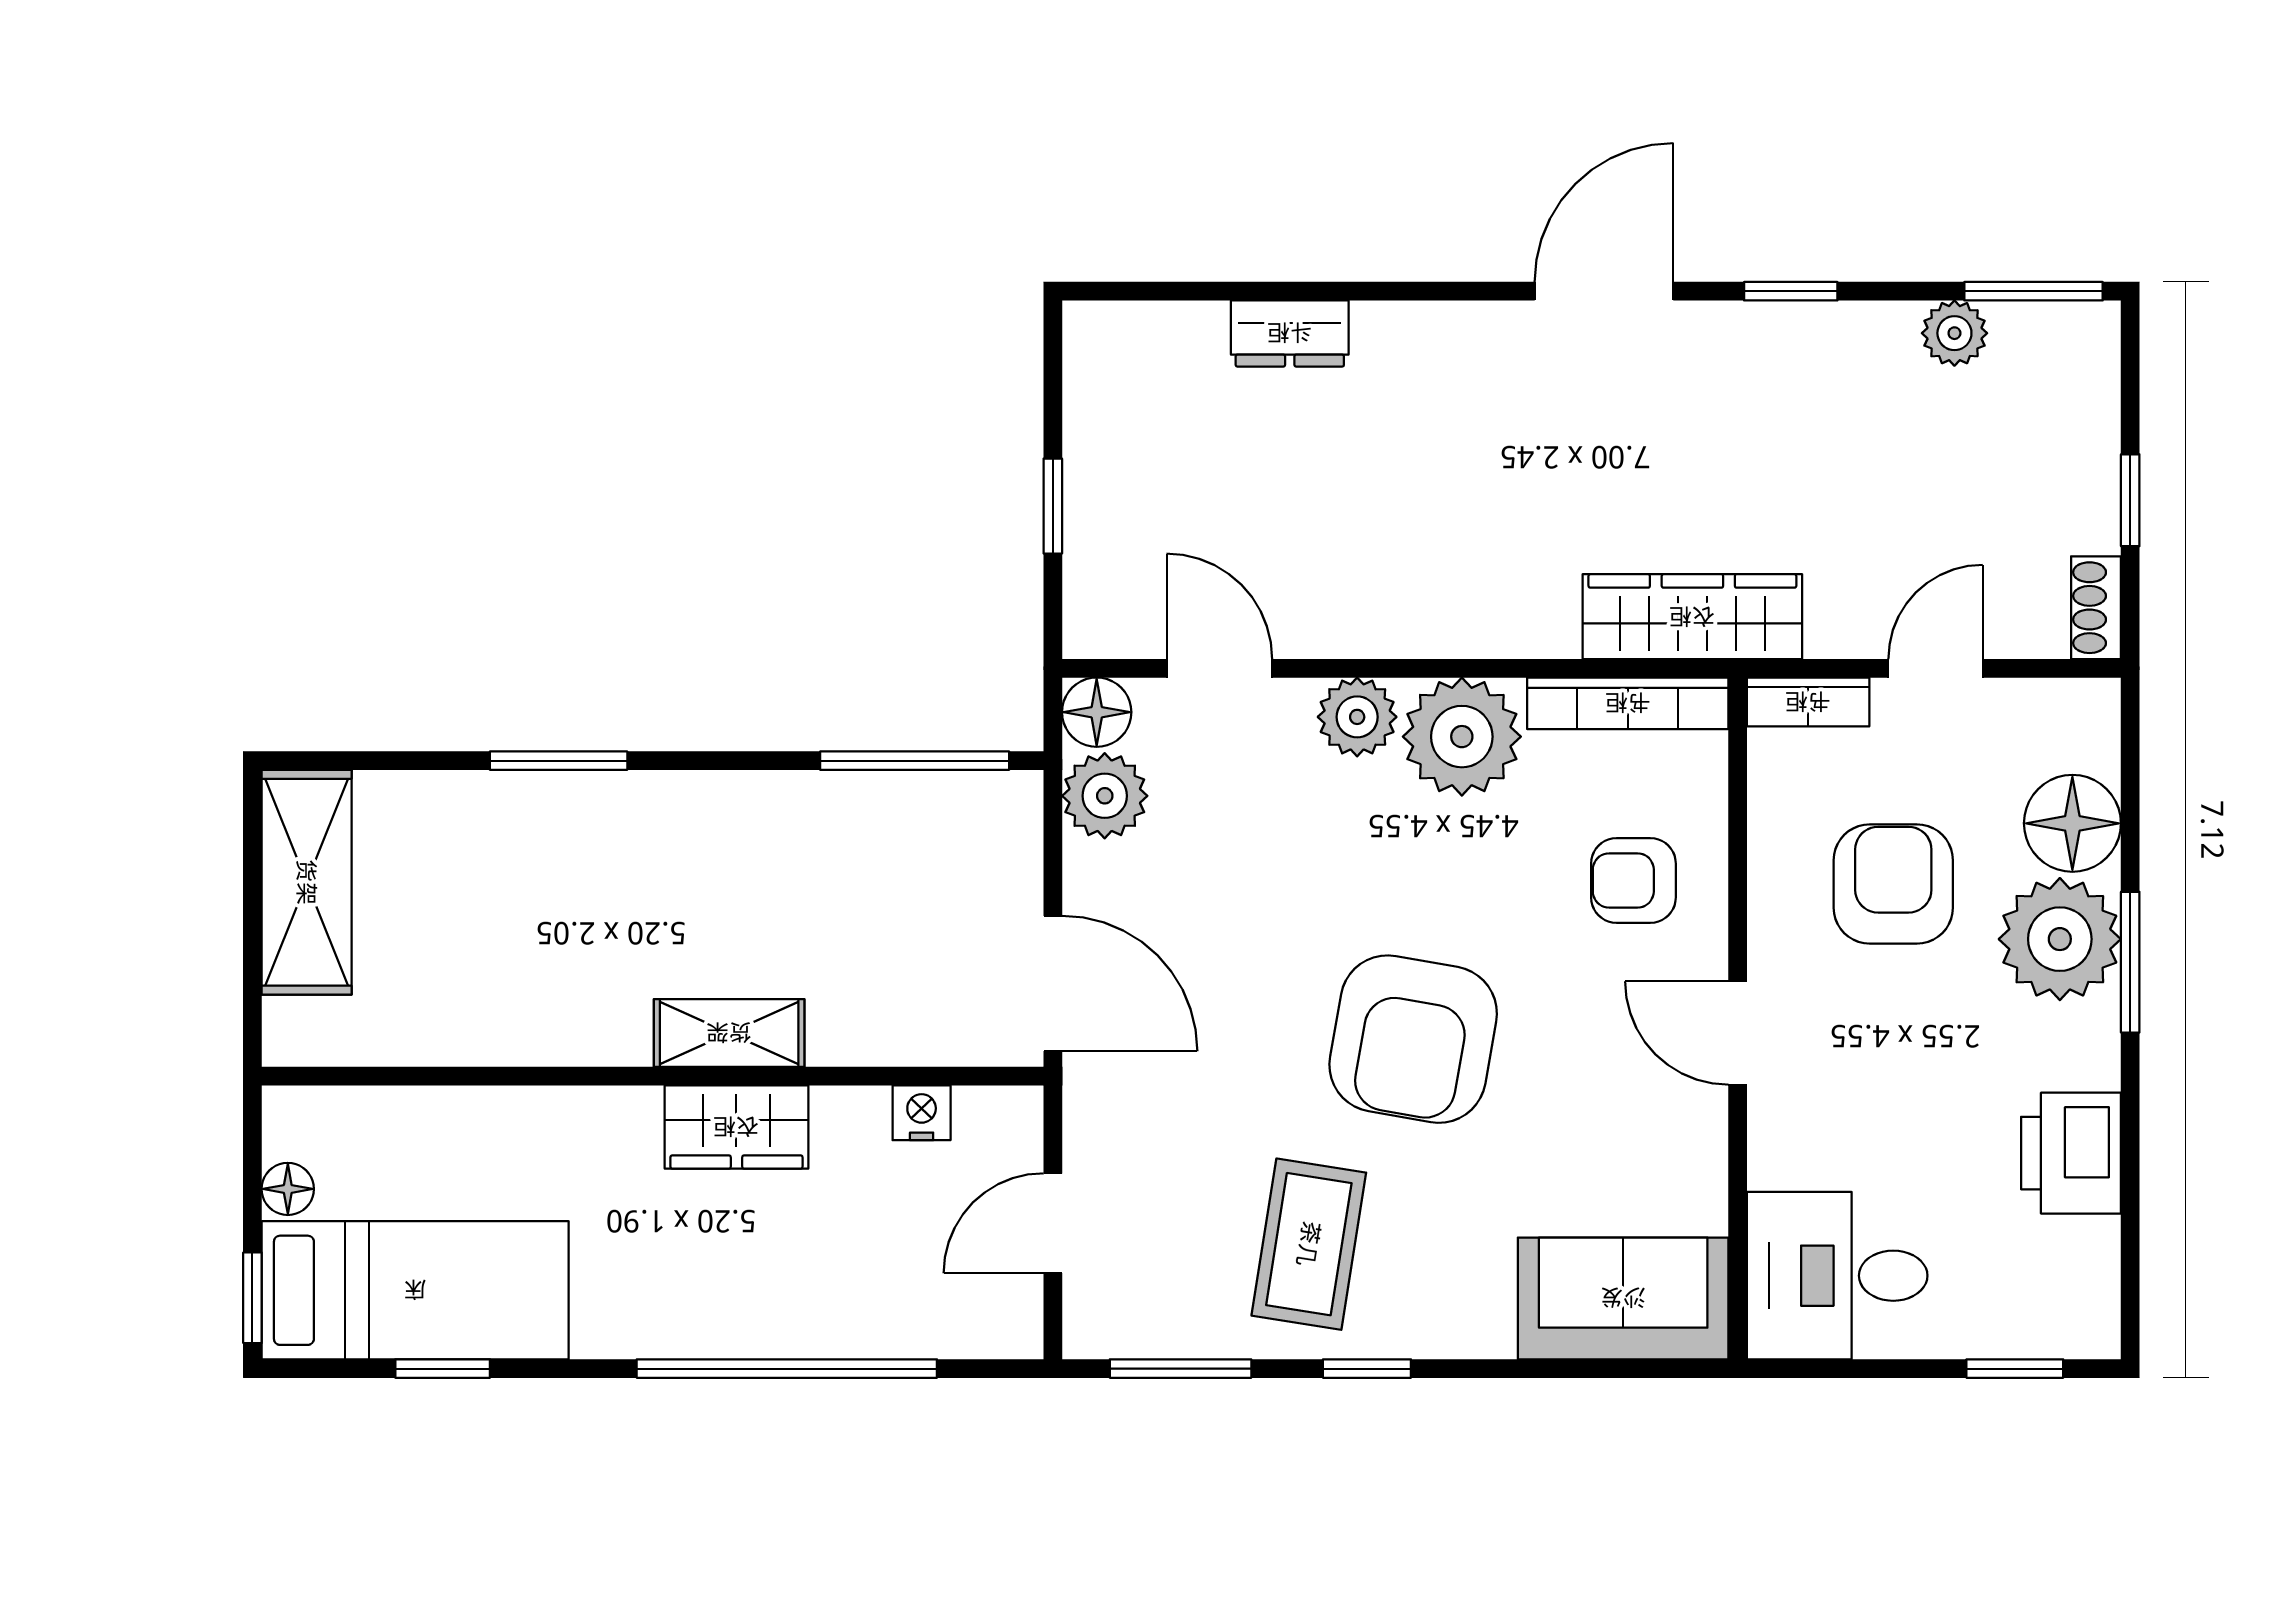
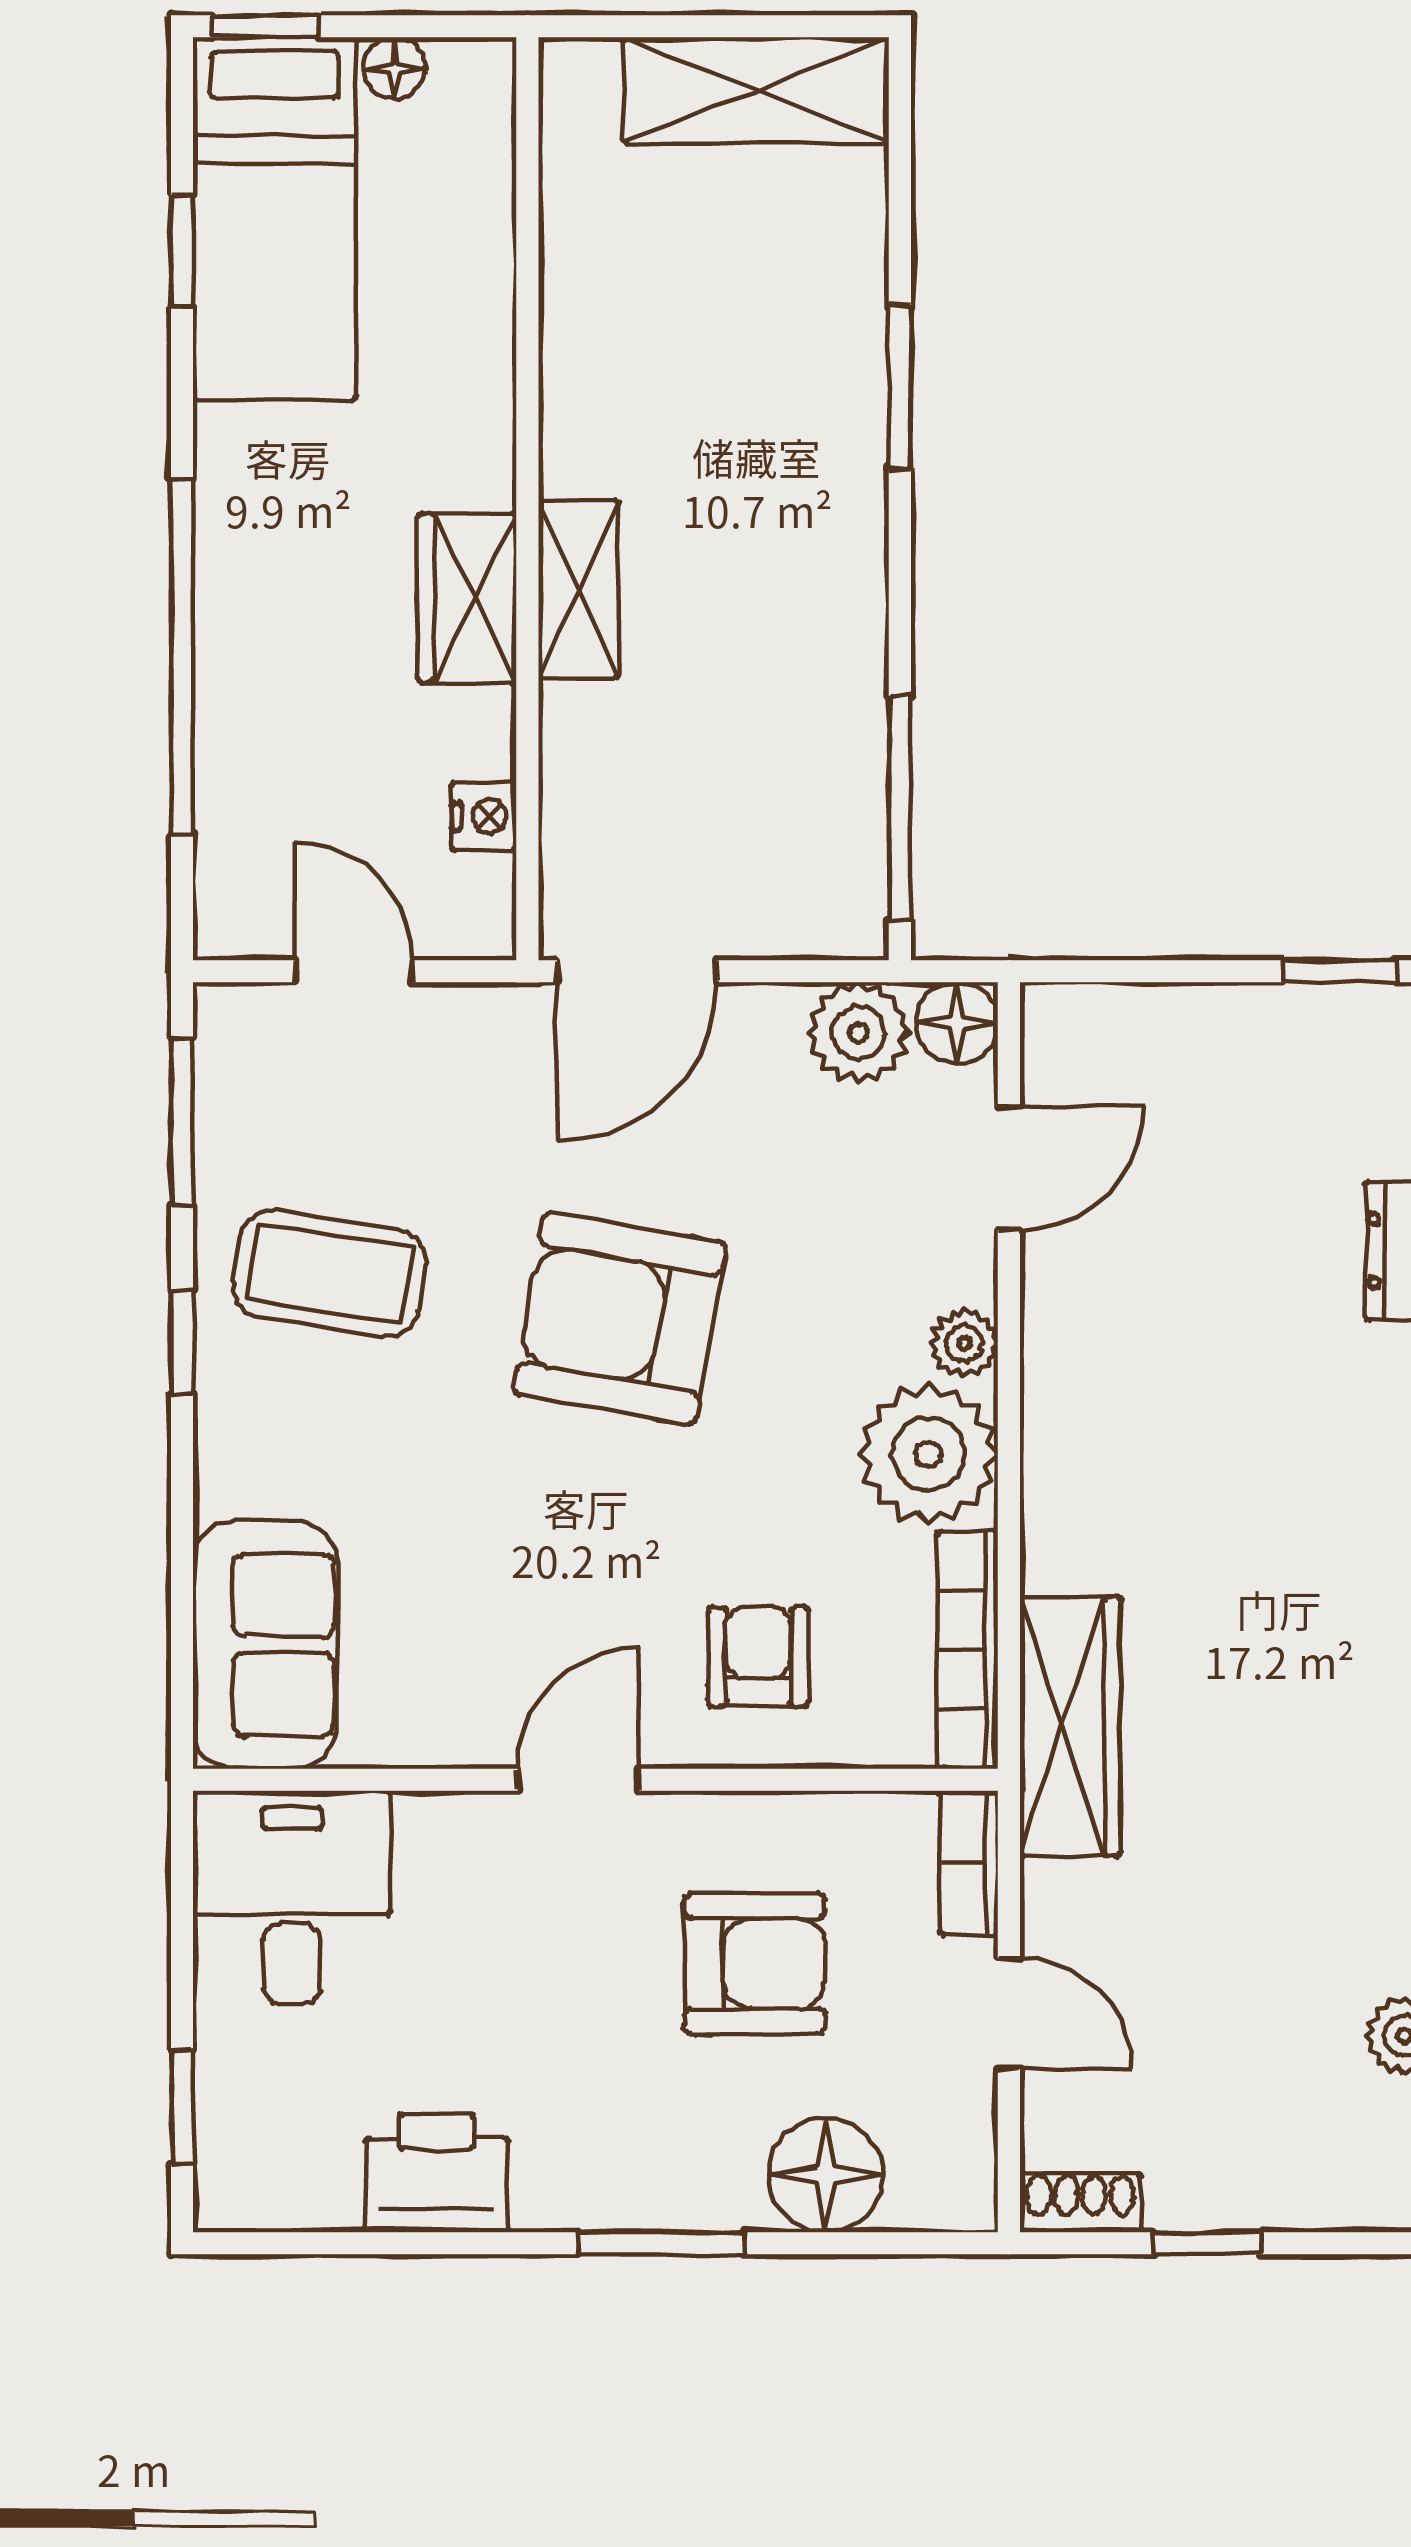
window: (1053, 506) -> (1340, 971), moved
plant: (1357, 717) -> (964, 1343), width x0.73, depth x0.73
plant: (2060, 939) -> (689, 2160), removed
armchair: (1413, 1039) -> (620, 1319), moved

